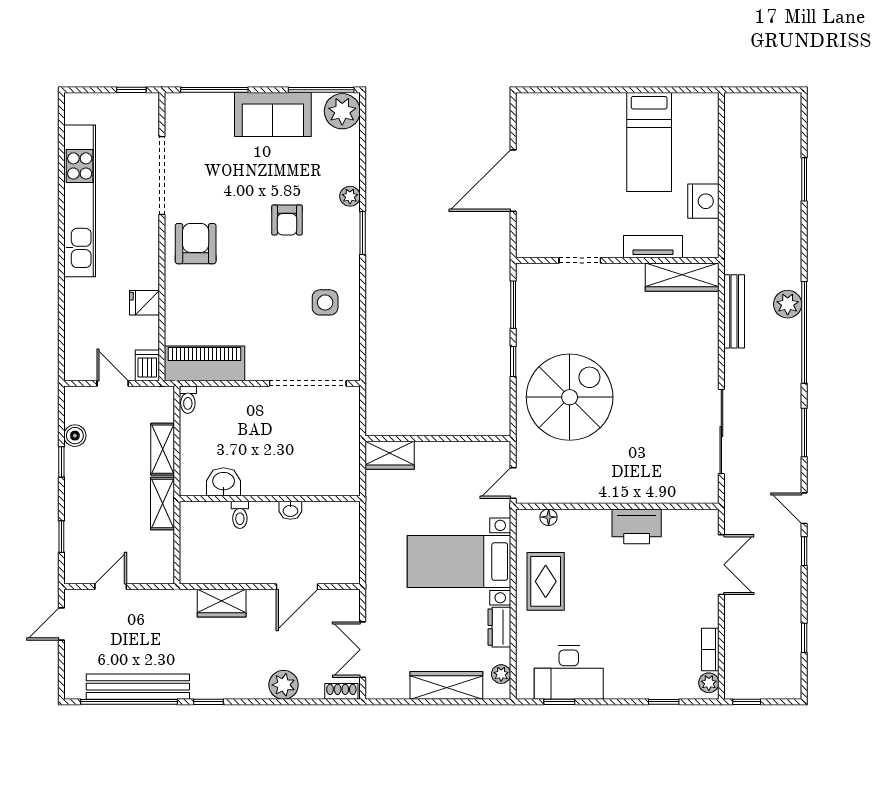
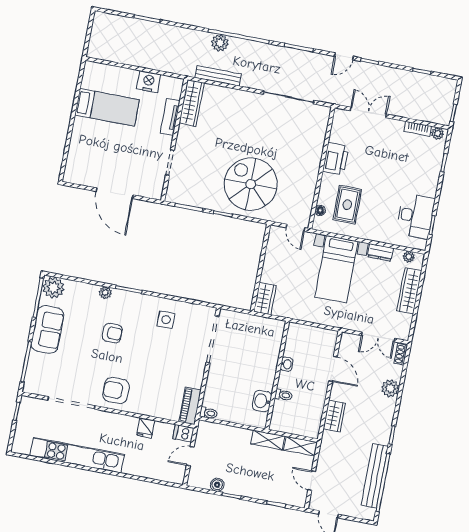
piano: (205, 363) -> (190, 406), width x0.73, depth x0.75
shelving: (163, 449) -> (300, 446), moved
rug: (546, 581) -> (347, 205), moved, turned 90

